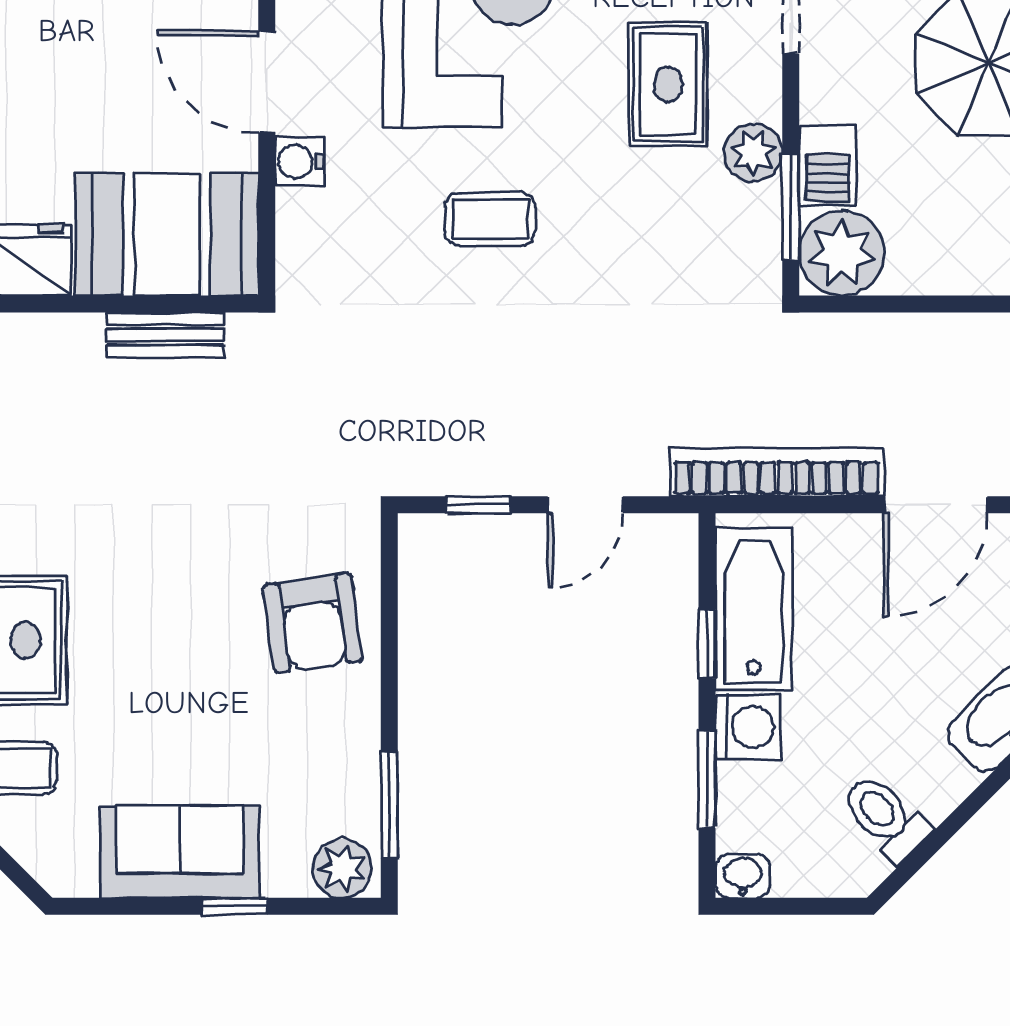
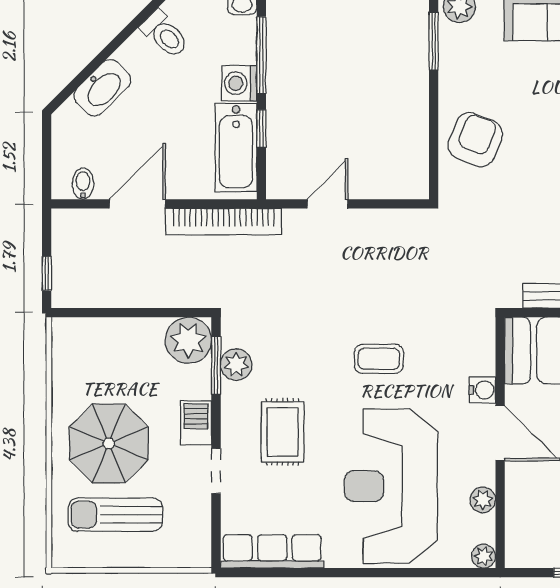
plant: (753, 153) -> (236, 365), moved
barbecue: (828, 166) -> (196, 423), moved
window: (478, 505) -> (385, 204), removed
armchair: (313, 623) -> (475, 140), turned 30
window: (707, 779) -> (261, 55), width x1.44

